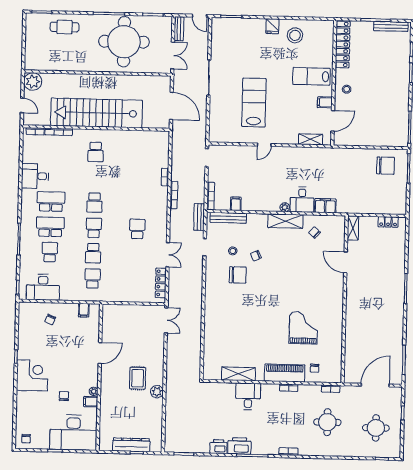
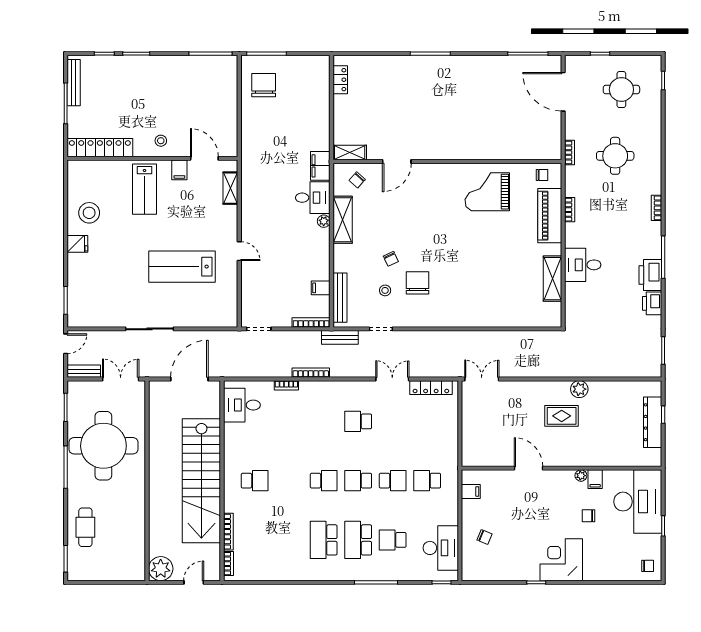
desk: (35, 176) -> (242, 405), moved, turned 90
shelving: (353, 228) -> (350, 152), moved
door: (345, 262) -> (397, 162), moved
wall: (345, 299) -> (447, 162), moved

